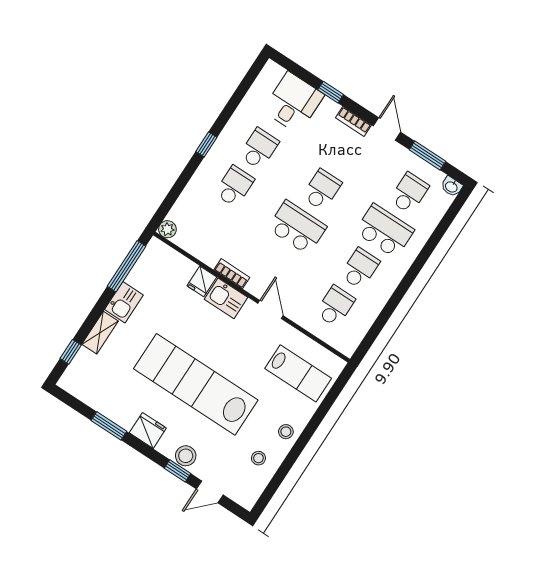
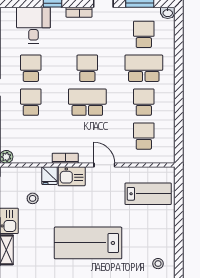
lab bench: (196, 384) -> (88, 243), width x0.73
stool: (286, 432) -> (33, 198), moved

